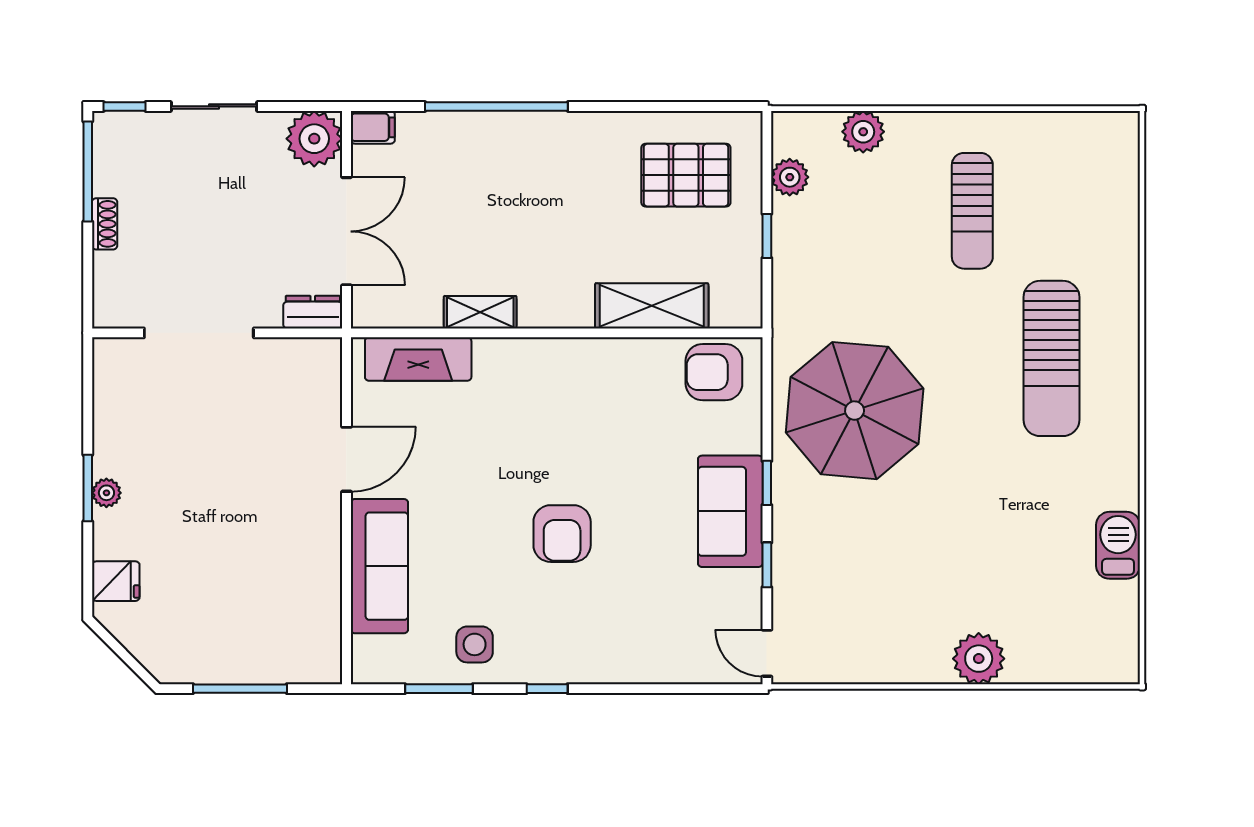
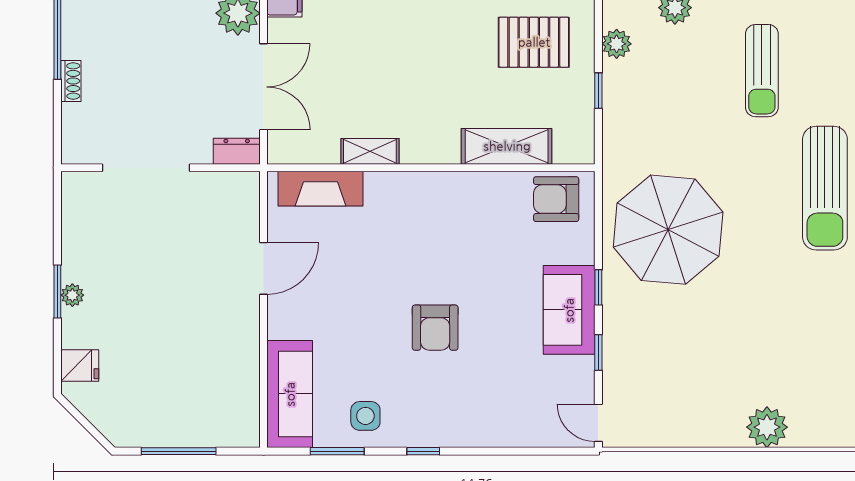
sofa: (379, 566) -> (290, 394), moved

